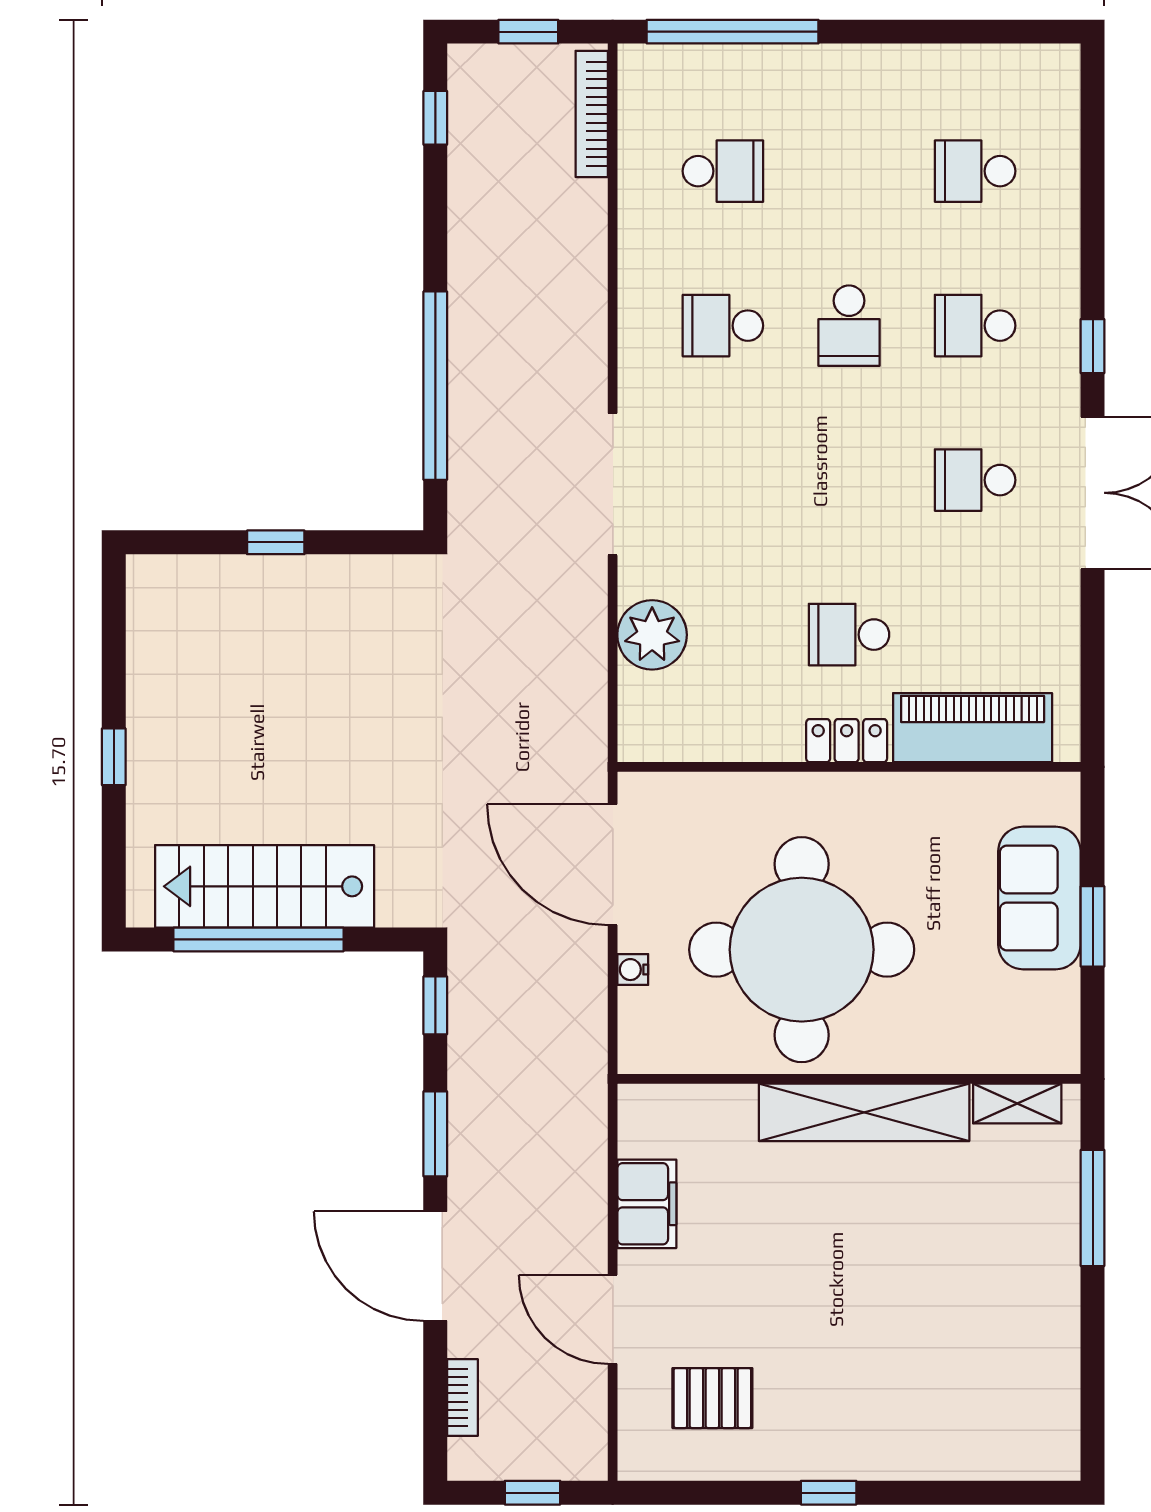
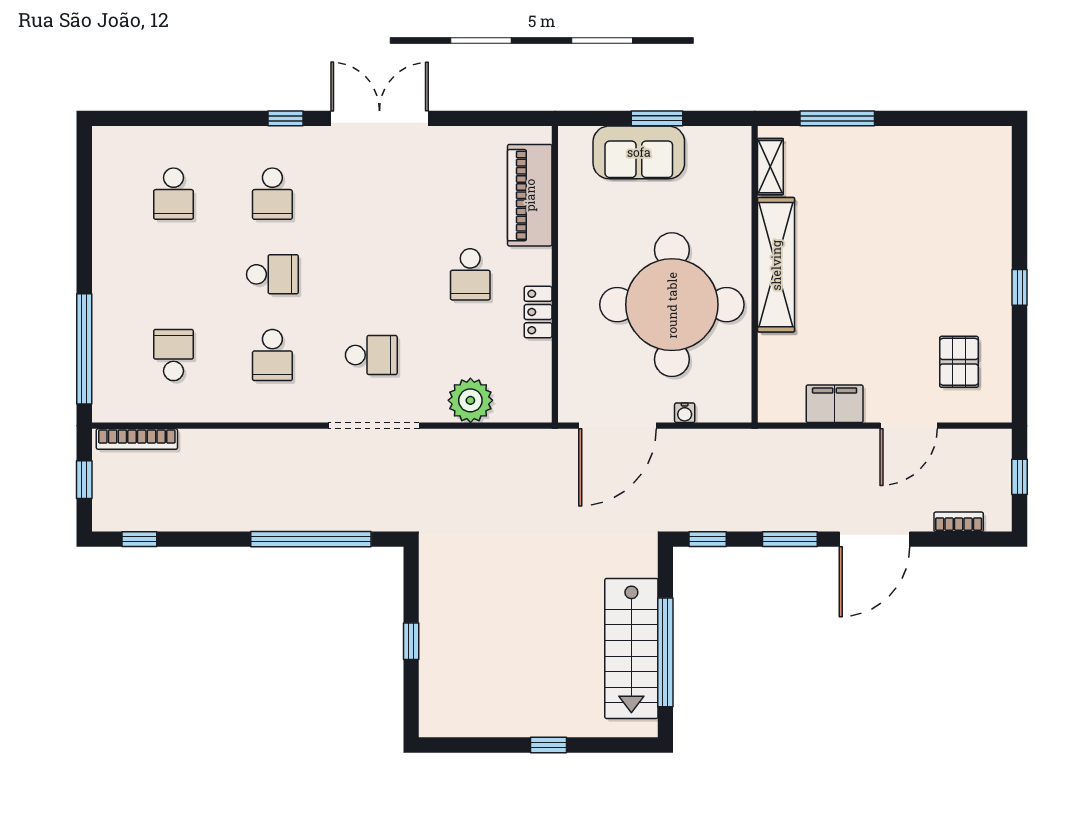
school desk: (975, 480) -> (371, 355), moved, turned -90
locker: (847, 741) -> (538, 312), moved

